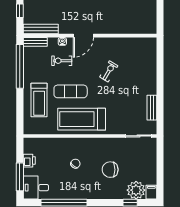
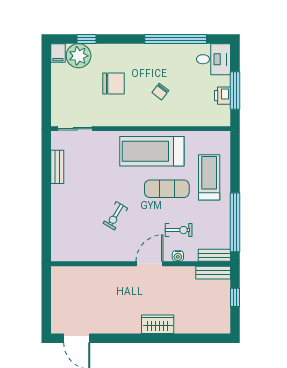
bench: (41, 29) -> (213, 273), width x0.73
treadmill: (82, 119) -> (152, 151), turned 180
window: (20, 177) -> (235, 90), moved

